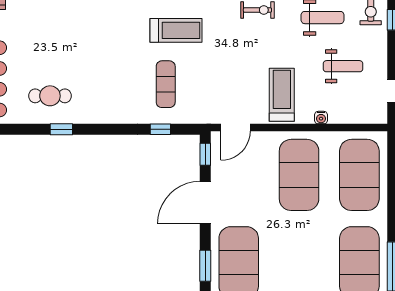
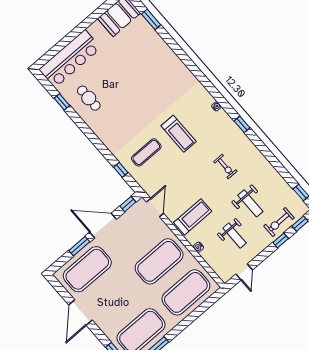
door: (235, 128) -> (155, 208), swing flipped
window: (61, 129) -> (62, 102), moved
window: (205, 266) -> (79, 246), moved

